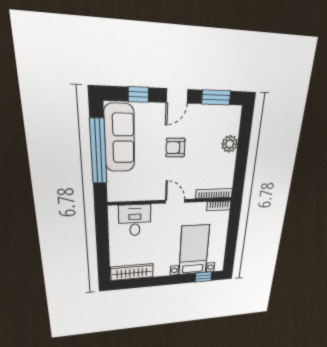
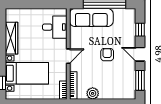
sofa: (119, 138) -> (91, 17), moved
plant: (230, 144) -> (93, 93), moved
wardrobe: (132, 272) -> (11, 38), moved

